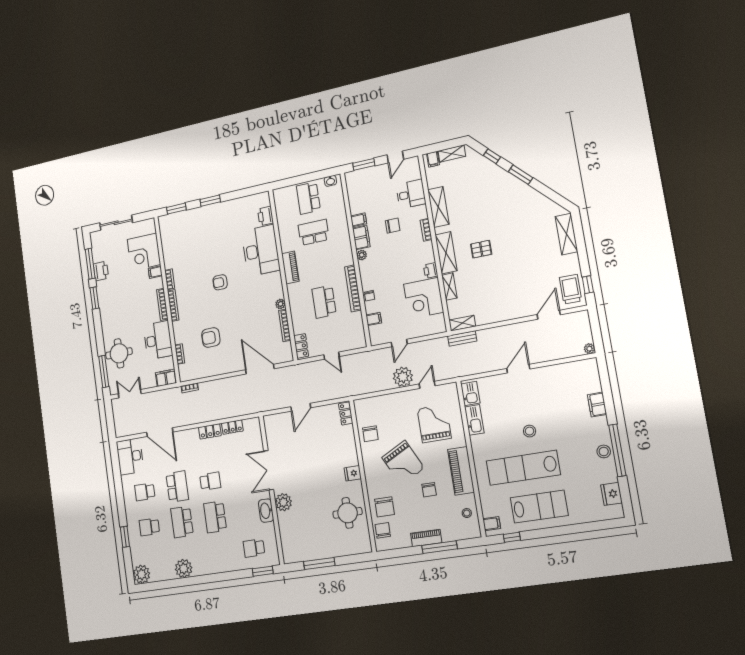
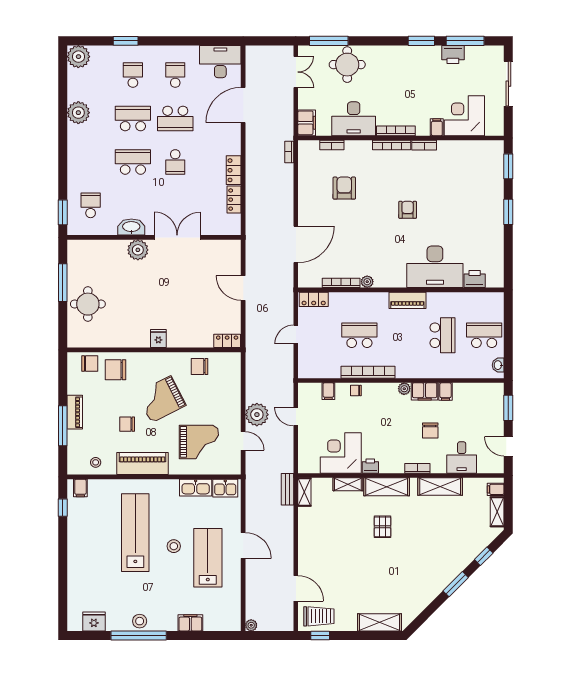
lab bench: (539, 507) -> (208, 558), moved, turned 180
round table: (348, 513) -> (88, 304), moved

